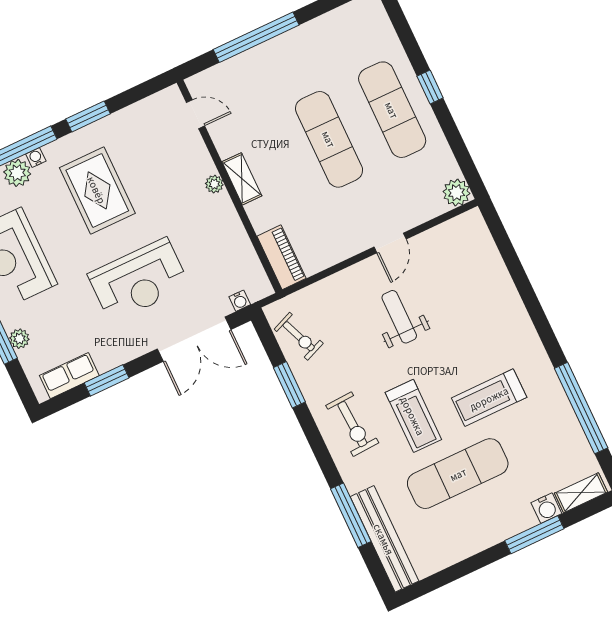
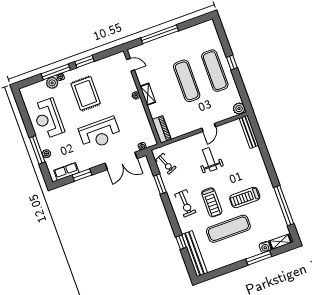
bench: (484, 244) -> (249, 132), added
window: (351, 515) -> (181, 242), width x0.46

